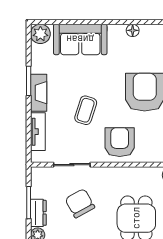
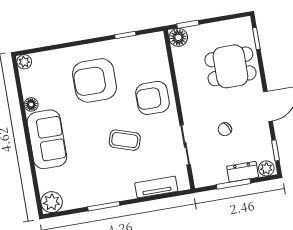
sofa: (80, 39) -> (47, 139), moved
fireplace: (39, 93) -> (115, 193), removed
chair: (80, 203) -> (225, 129), width x0.54, depth x0.54

